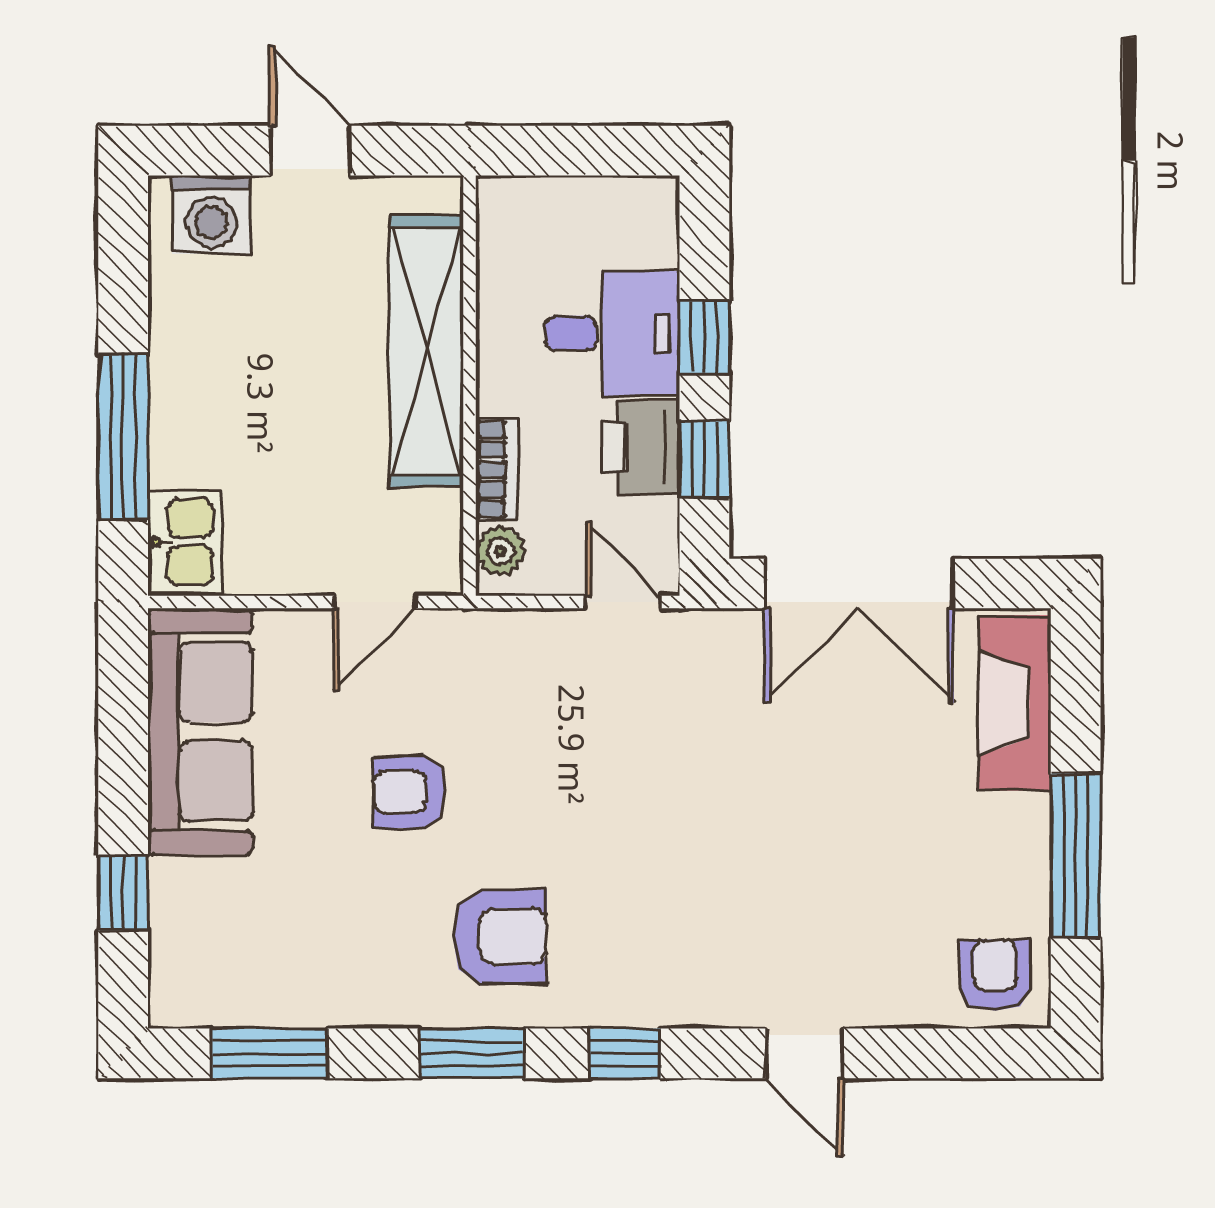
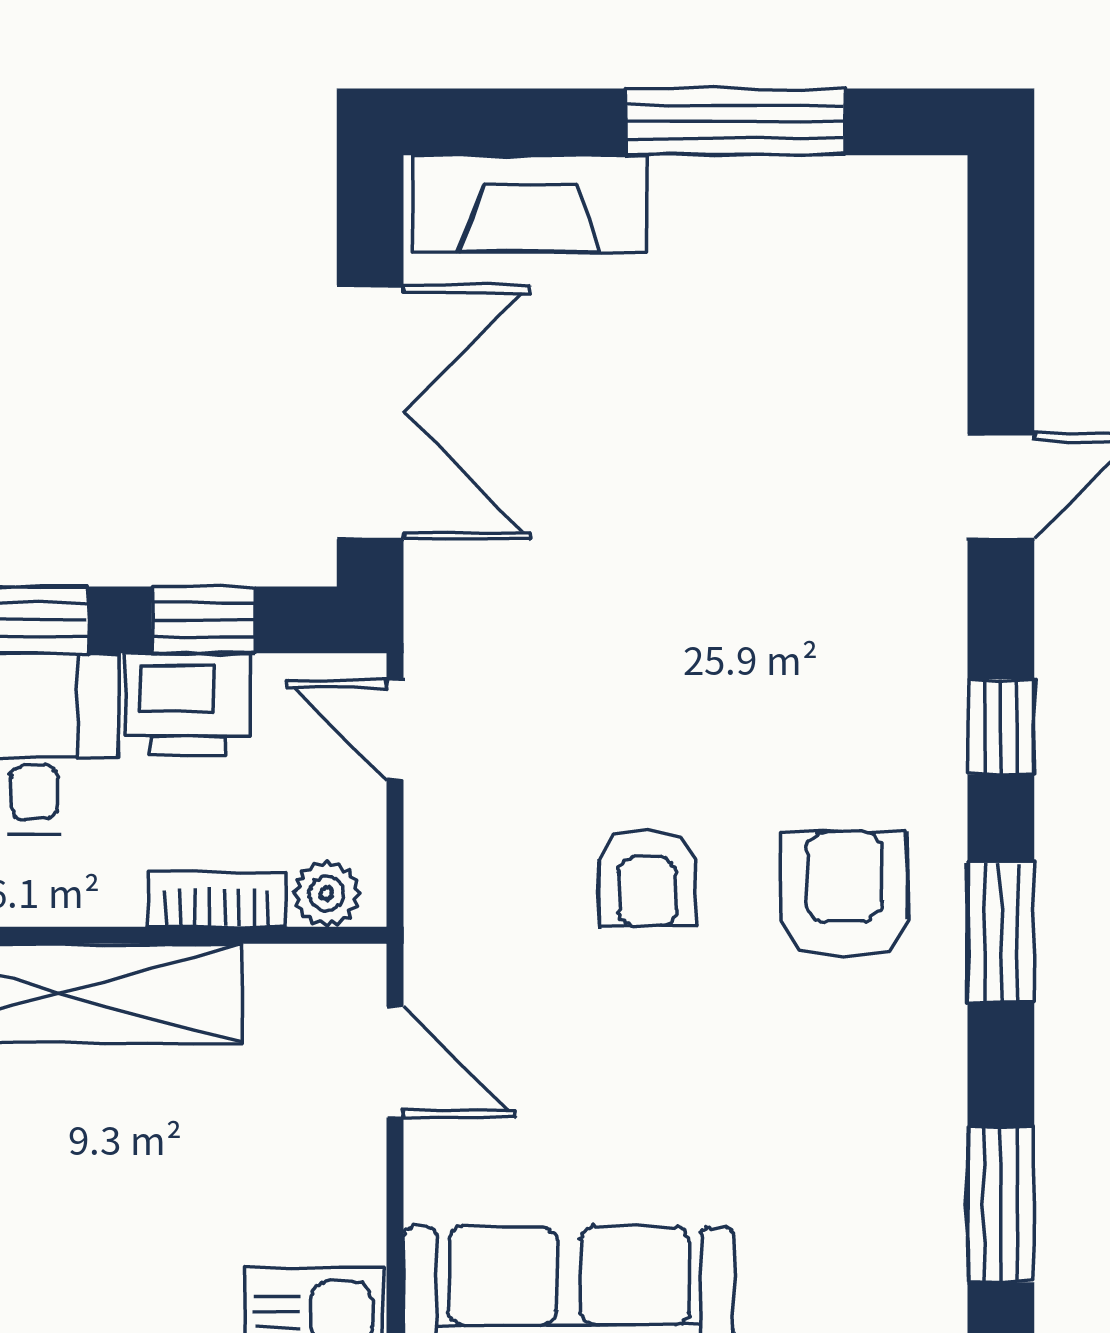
door: (623, 602) -> (395, 730), hinge flipped
armchair: (410, 792) -> (647, 878), moved
armchair: (995, 975) -> (896, 230), removed

